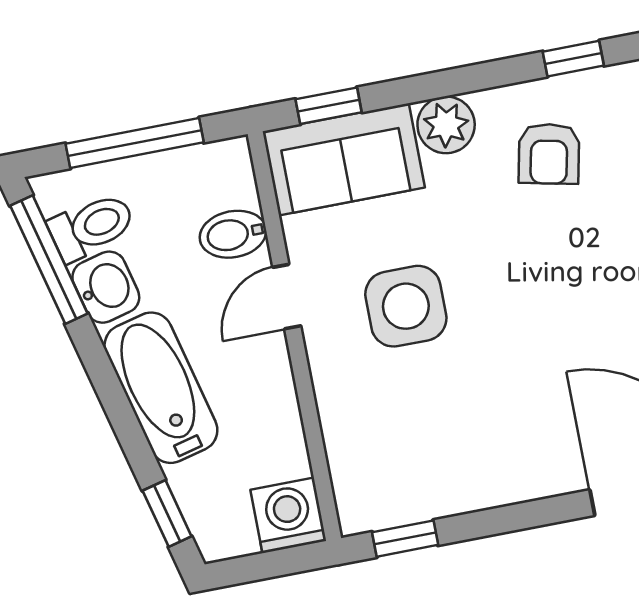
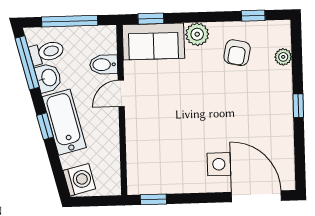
side table: (406, 306) -> (219, 164), moved, width x0.73, depth x0.73
window: (167, 514) -> (45, 126), moved
washing machine: (288, 515) -> (79, 180), moved, turned 76

